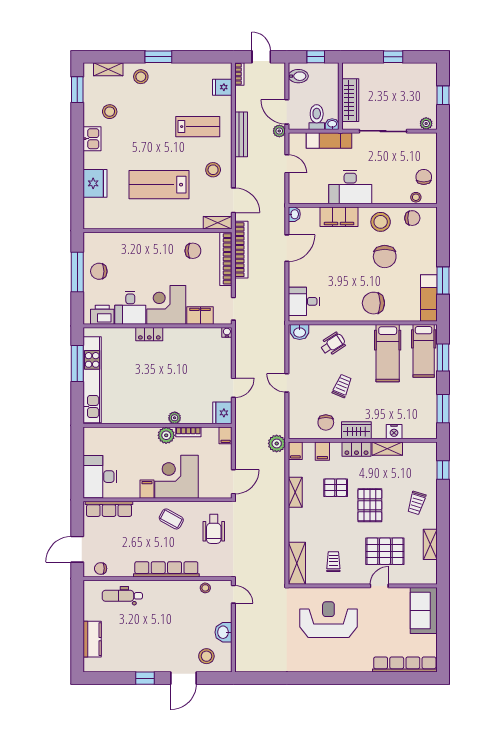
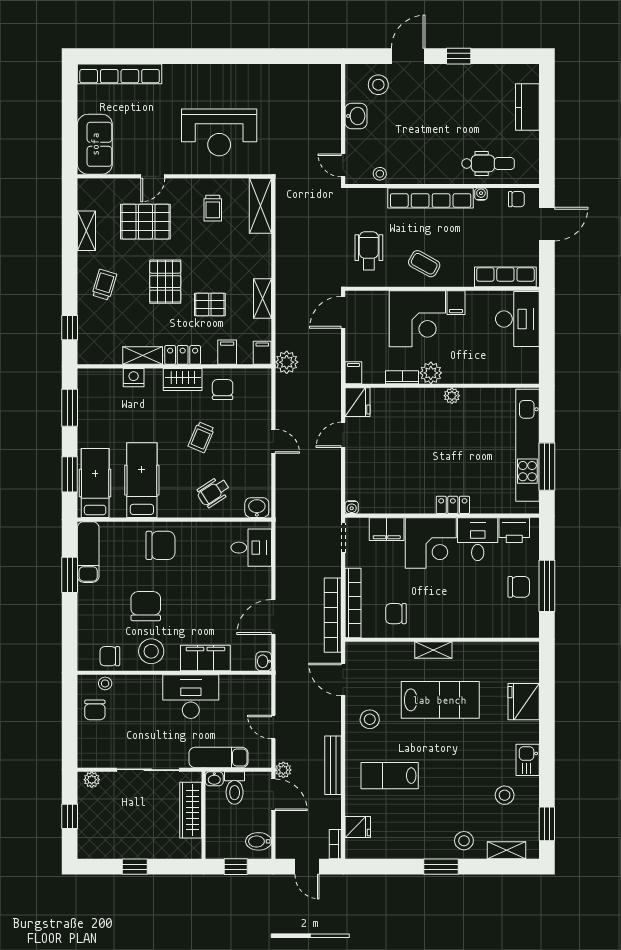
shelving: (218, 223) -> (433, 650), moved
plant: (175, 418) -> (452, 396), moved
water cooler: (128, 572) -> (481, 194), added

